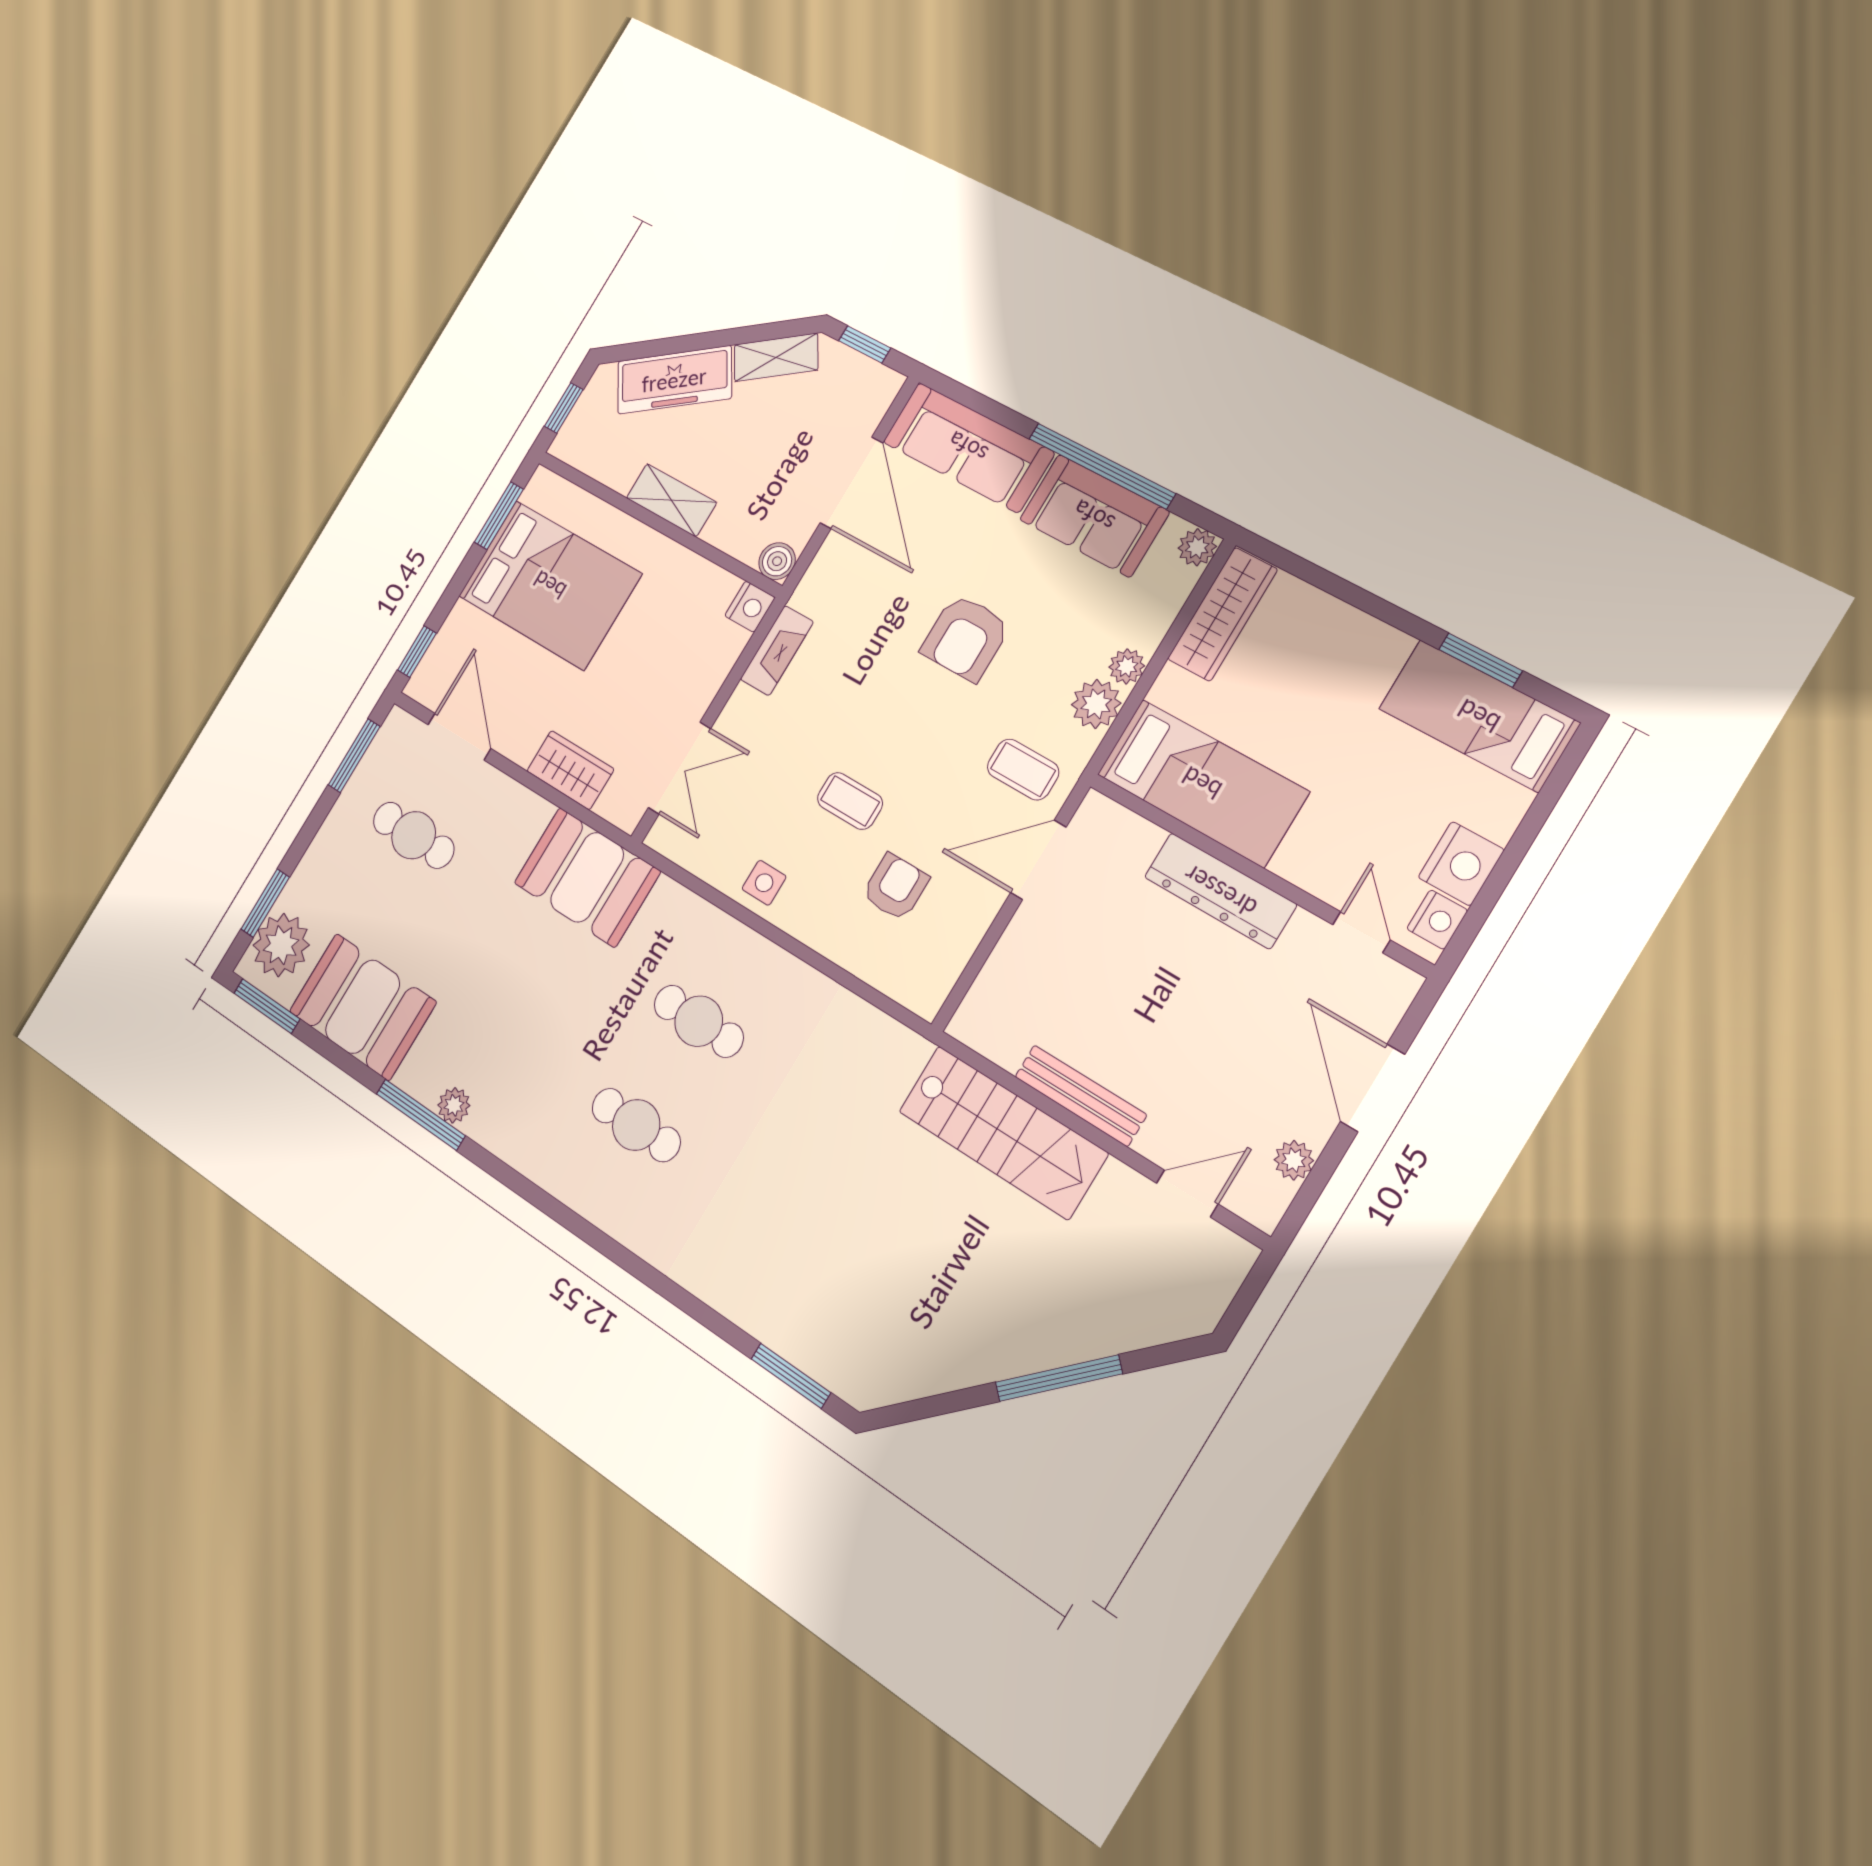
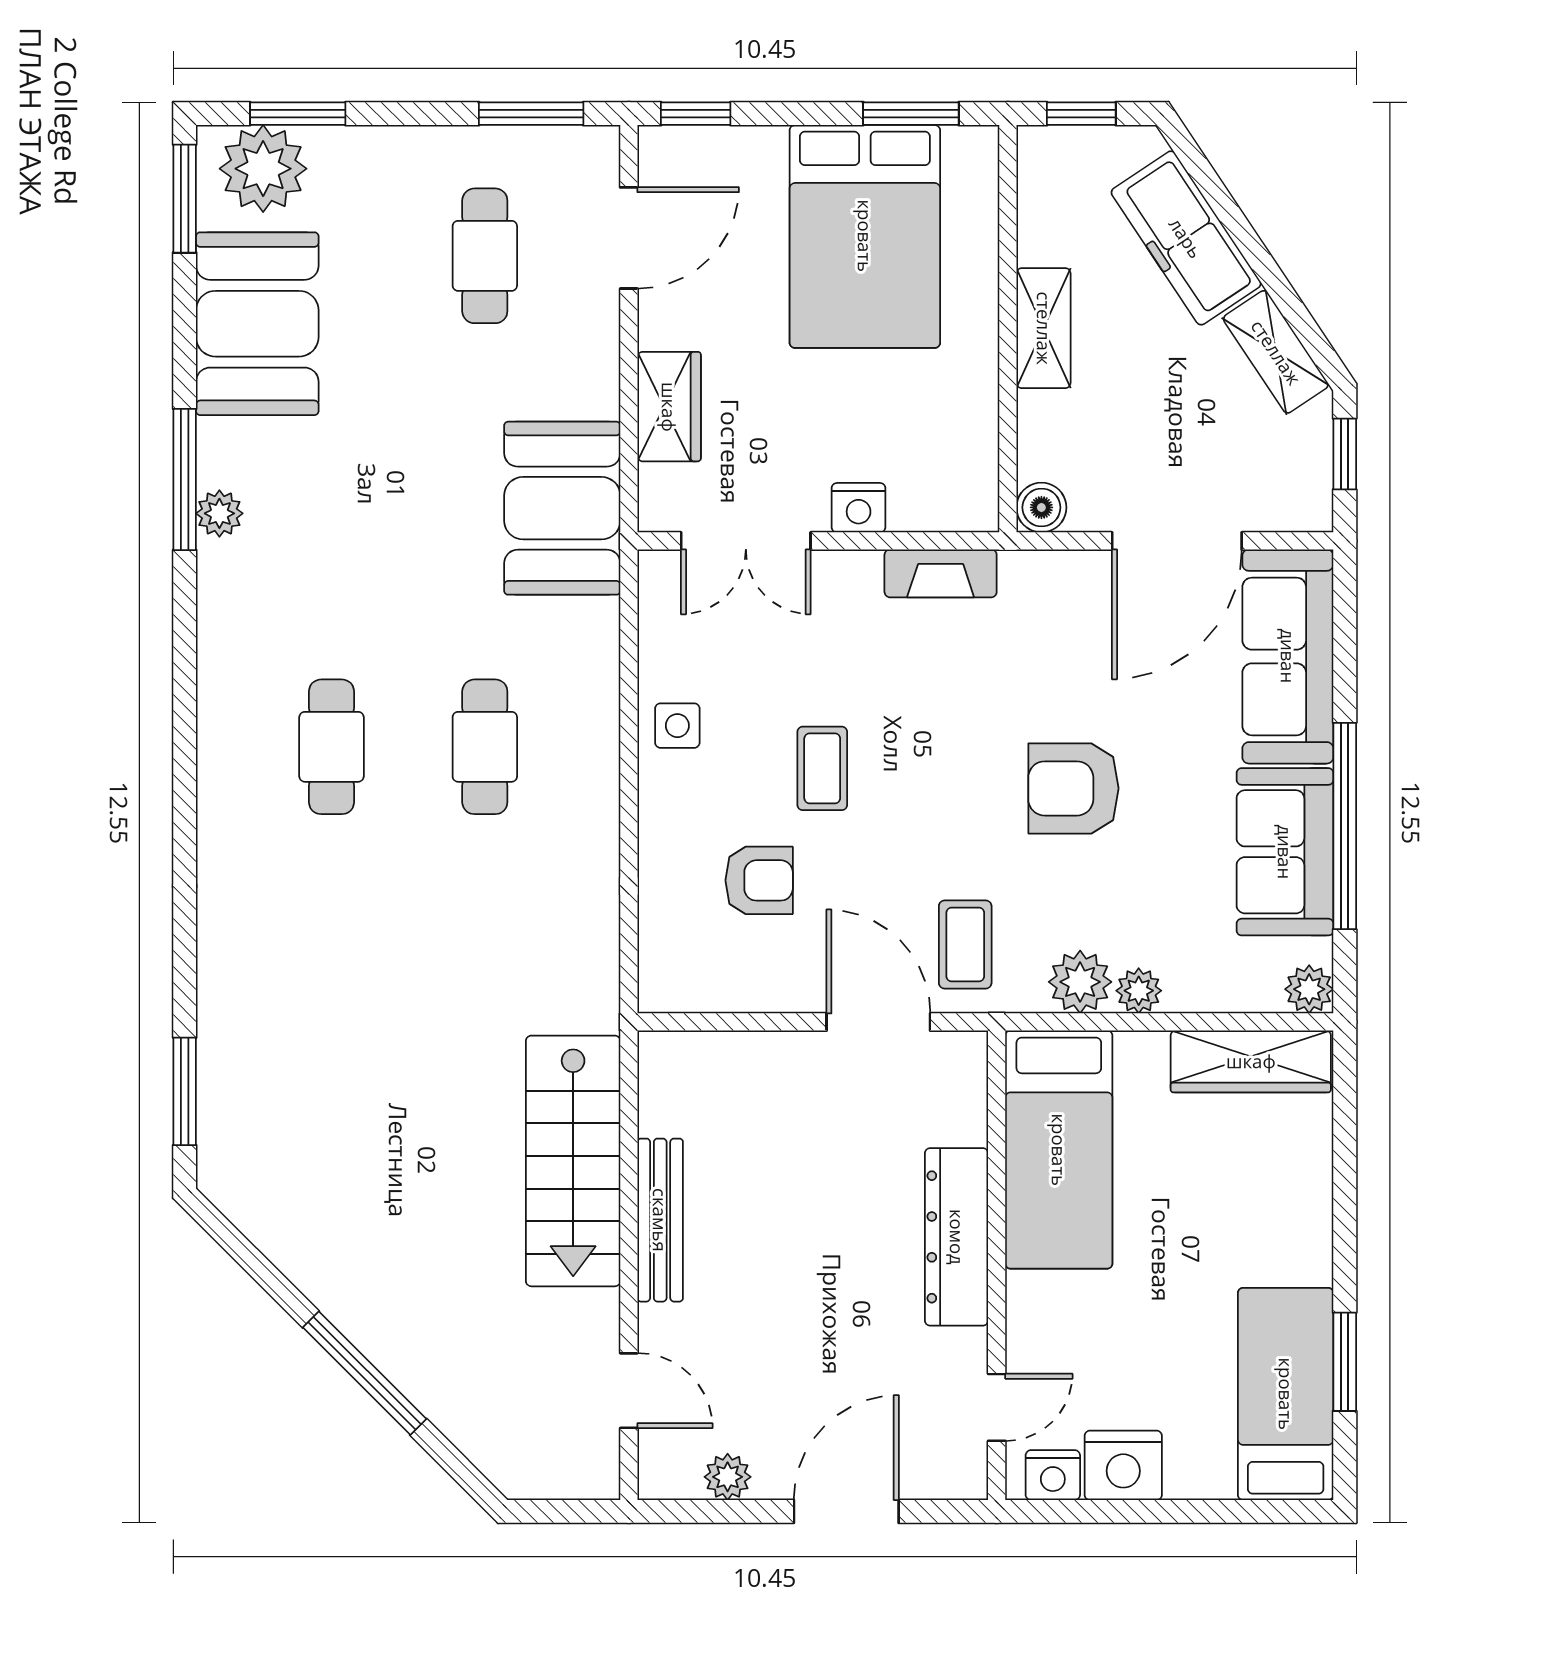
nightstand: (750, 607) -> (859, 508), moved

